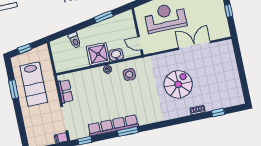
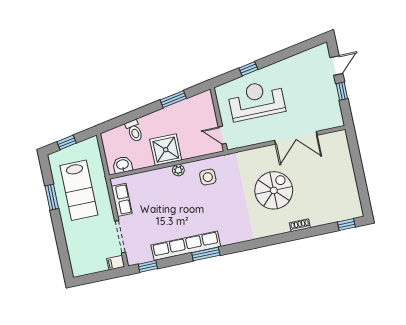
double door: (195, 45) -> (296, 138), swing flipped
washbasin: (116, 55) -> (123, 165), moved
window: (218, 112) -> (346, 224), moved

